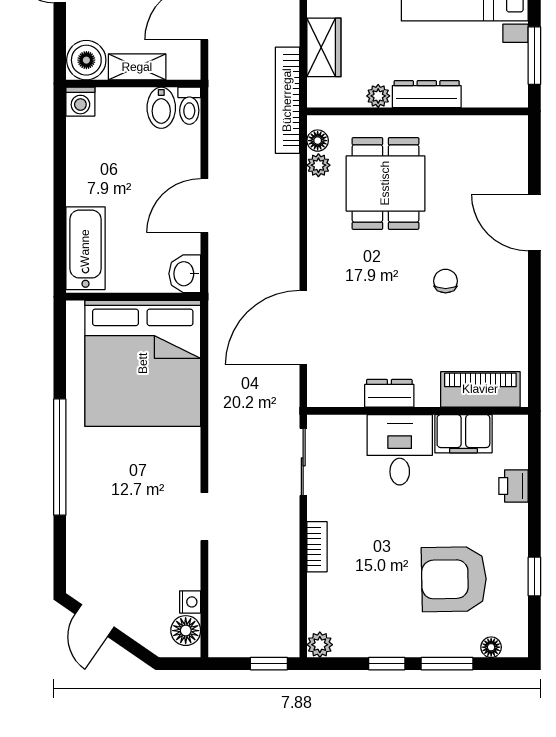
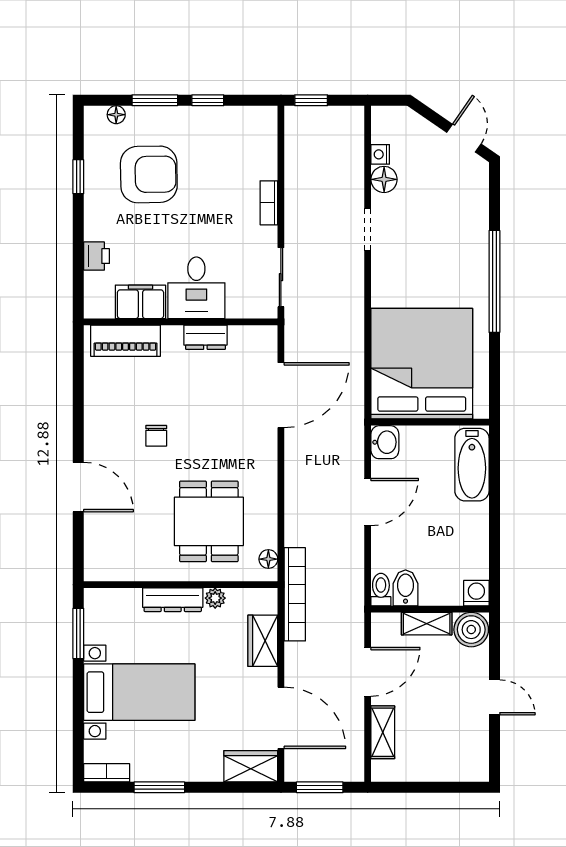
plant: (318, 165) -> (268, 537), removed
floor lamp: (186, 631) -> (384, 179), moved
plant: (320, 645) -> (266, 117), removed

